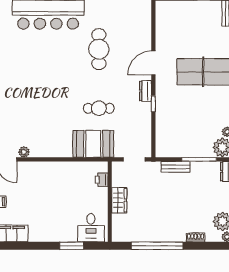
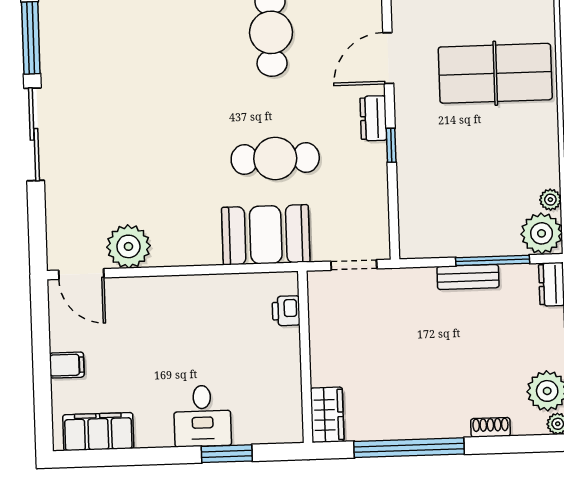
cafe table: (99, 108) -> (275, 159), width x1.37, depth x1.35
plant: (24, 152) -> (128, 246), width x1.87, depth x1.87
bench: (175, 167) -> (468, 277), moved
wardrobe: (119, 200) -> (327, 415), moved
desk: (91, 228) -> (202, 416), moved

